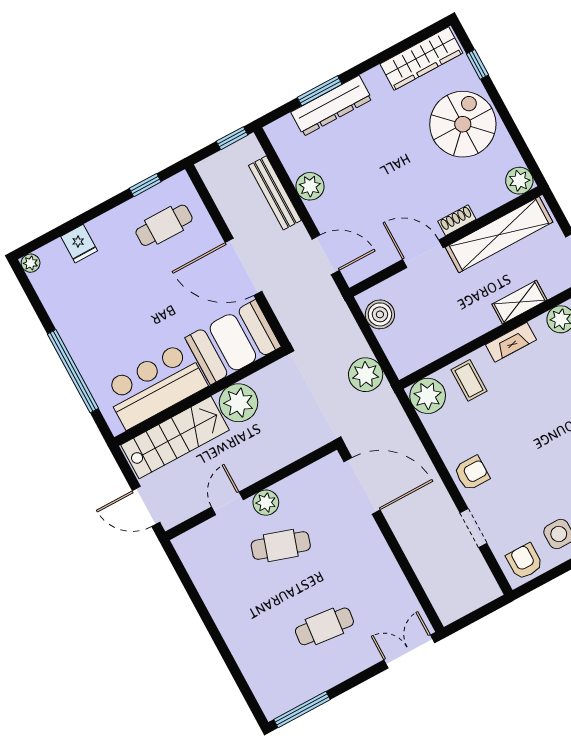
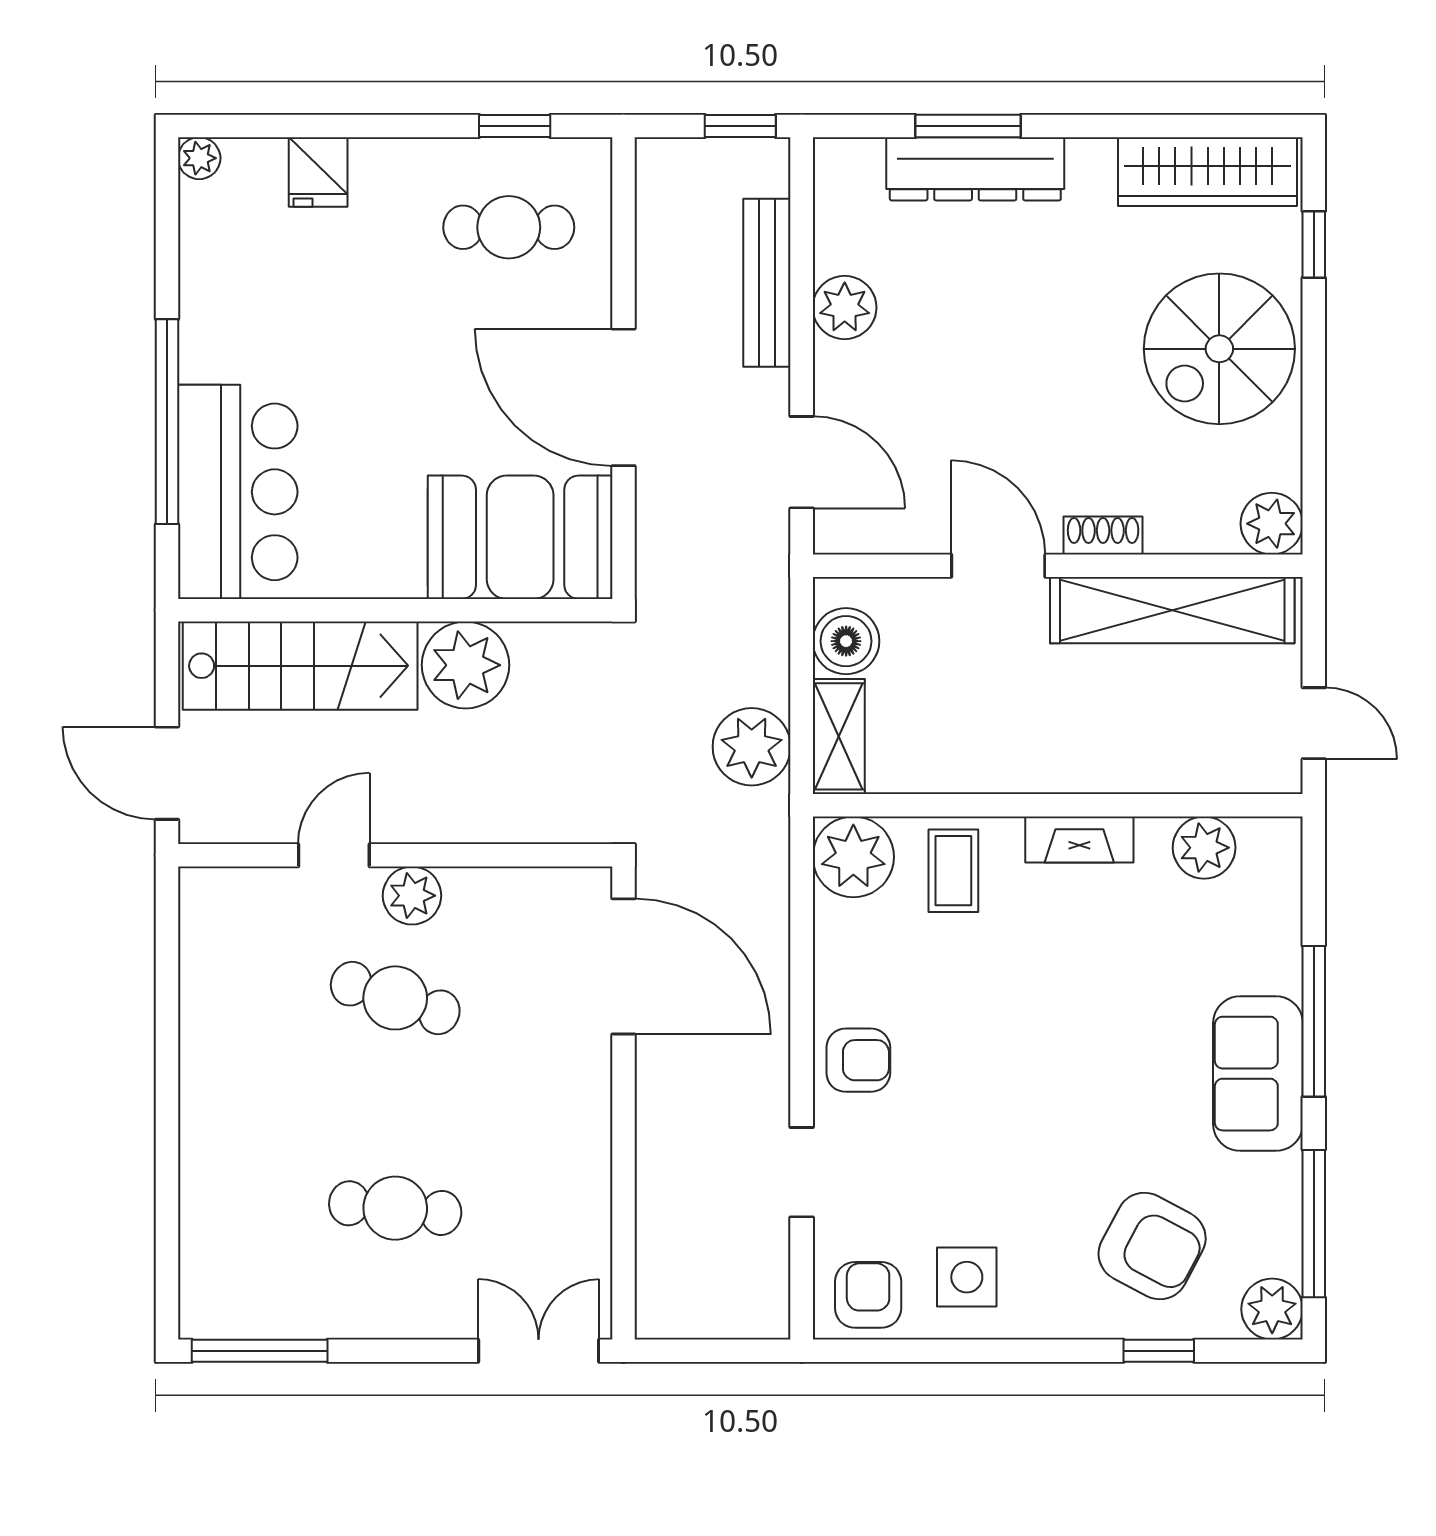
spiral stairs: (463, 124) -> (1219, 349), turned 180
shelving: (519, 302) -> (839, 736), moved, turned 90
bar counter: (155, 386) -> (238, 492), moved, turned 90

